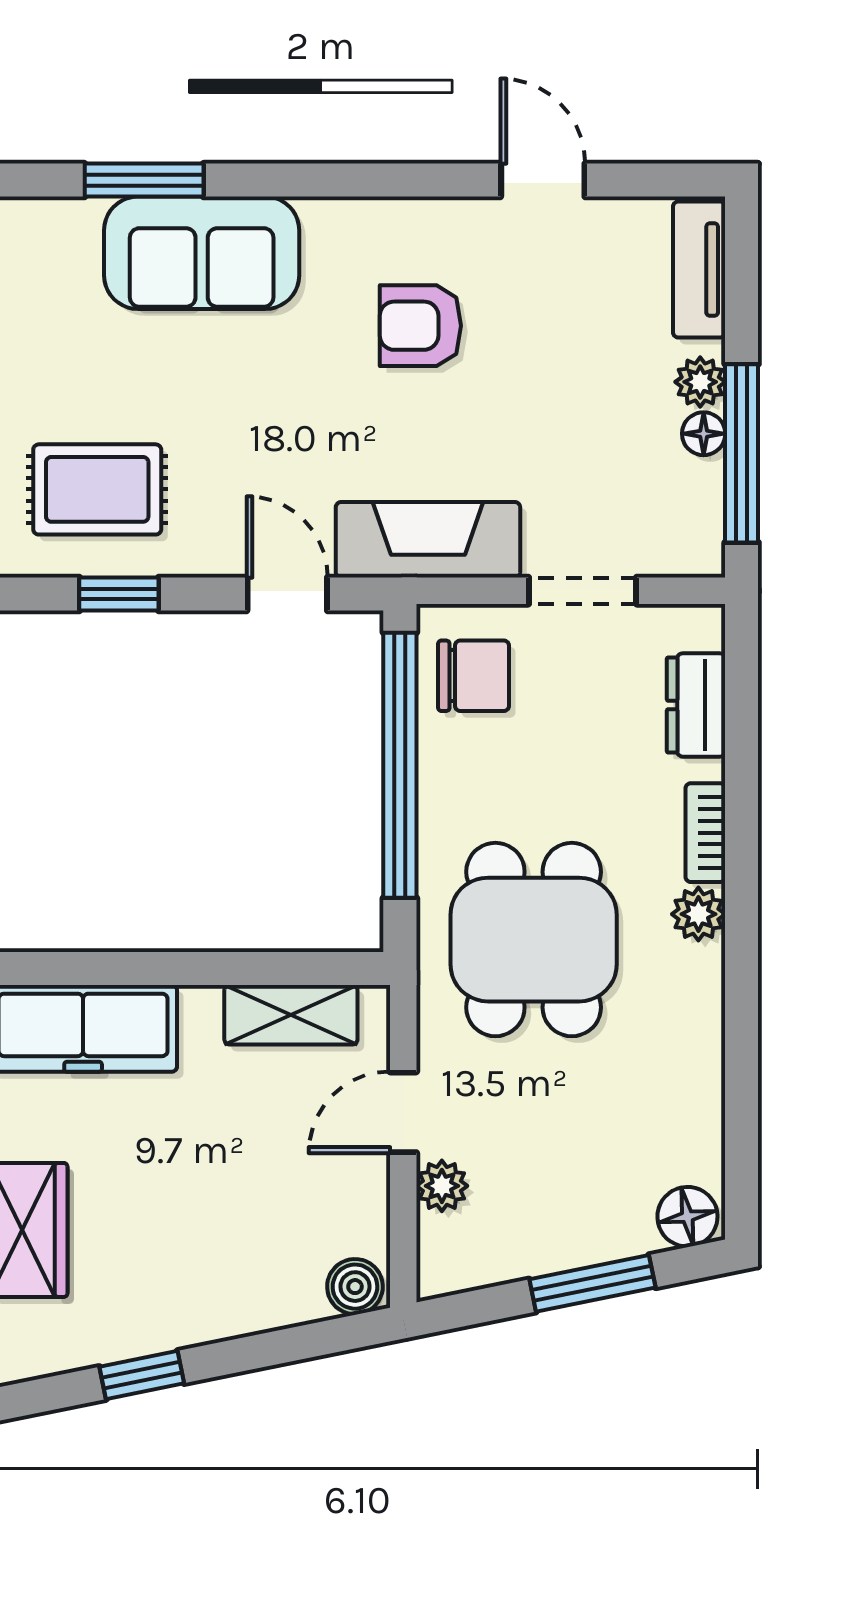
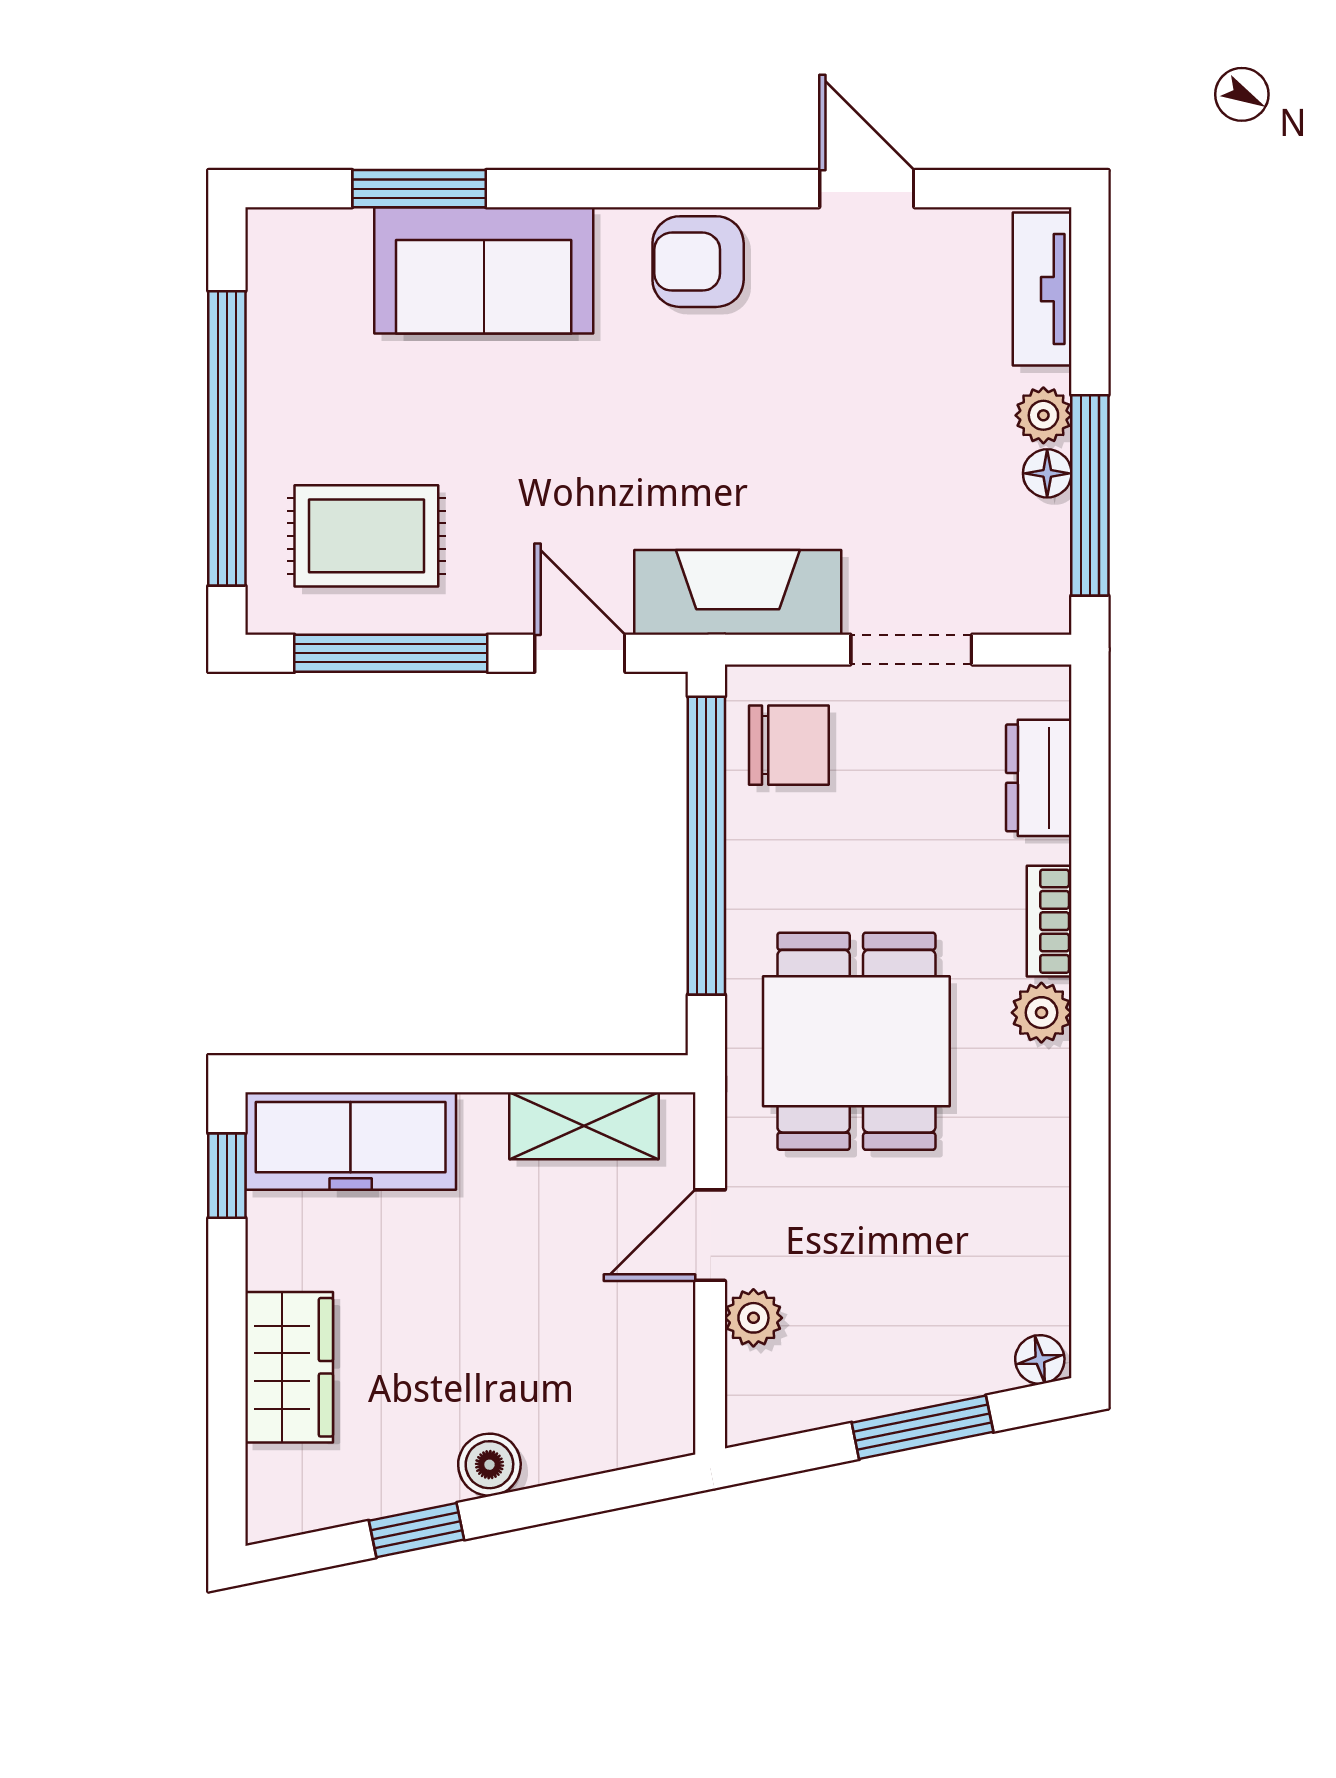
armchair: (420, 326) -> (698, 262), moved
window: (119, 594) -> (391, 653), width x2.17
floor lamp: (687, 1217) -> (1040, 1360), width x0.73, depth x0.73
boiler: (355, 1287) -> (489, 1465), moved

